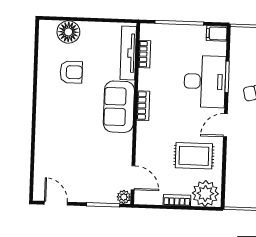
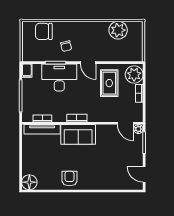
floor lamp: (68, 32) -> (29, 182), moved
armchair: (71, 72) -> (69, 178), moved
door: (133, 178) -> (125, 123), swing flipped
door: (56, 203) -> (144, 174), hinge flipped

